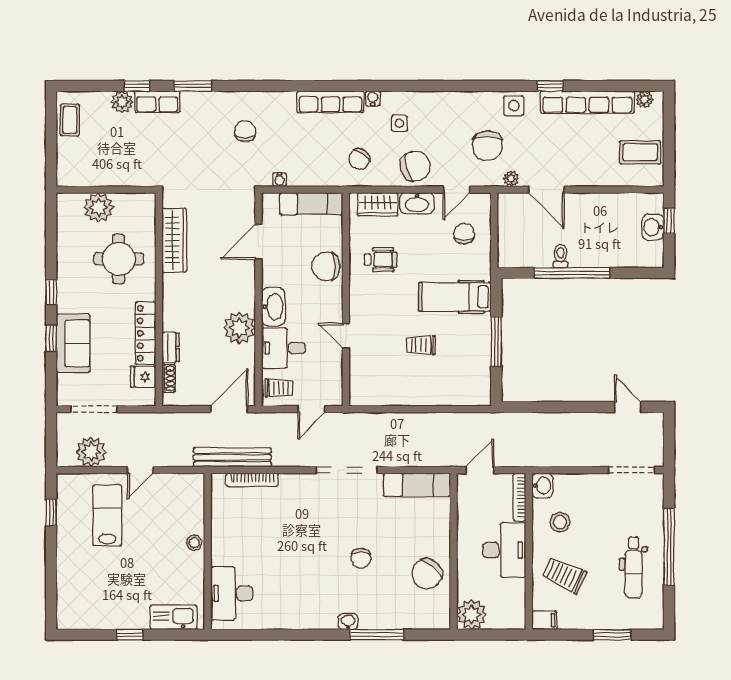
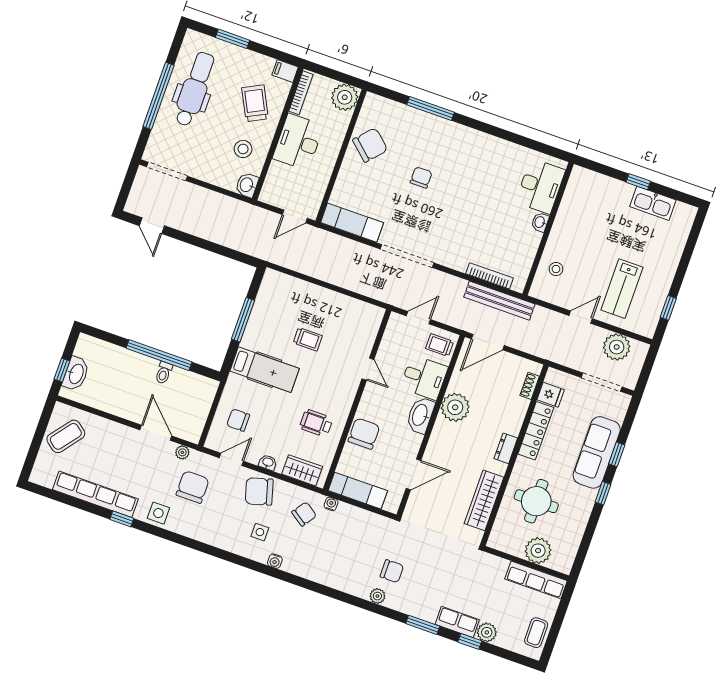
plant: (645, 100) -> (377, 596), moved
row of seats: (330, 102) -> (536, 580), moved, turned 180
chair: (245, 131) -> (392, 571), turned -90
coffee table: (640, 152) -> (66, 436), turned -52
water cooler: (280, 180) -> (331, 504), moved
washbasin: (417, 203) -> (268, 462), width x0.52, depth x0.69
washbasin: (653, 227) -> (76, 374), width x1.38
chair: (464, 234) -> (238, 420), turned 90
chair: (326, 266) -> (364, 434), turned -90
sofa: (73, 343) -> (597, 452), width x1.36
dresser: (171, 347) -> (506, 448), moved
bookcase: (520, 497) -> (301, 93), moved
stool: (194, 543) -> (556, 269), moved
dental chair: (633, 567) -> (194, 89), width x1.36, depth x1.38
trolley: (564, 575) -> (255, 103), turned -142
kitchen sink: (174, 617) -> (653, 203), moved
washbasin: (348, 622) -> (540, 222), moved, turned 90

